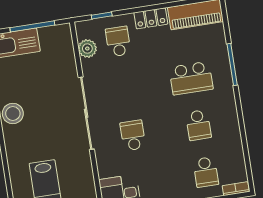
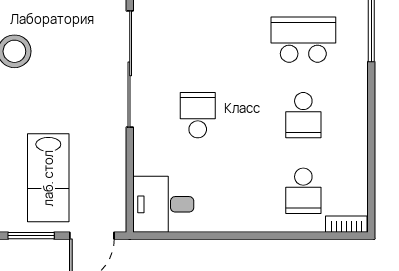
school desk: (191, 78) -> (303, 40), turned 180

